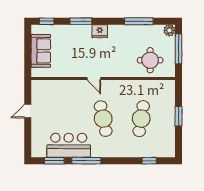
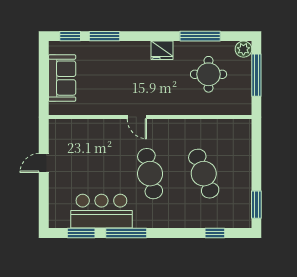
window: (81, 21) -> (104, 36), moved
fridge: (100, 31) -> (162, 50), moved
round table: (150, 60) -> (209, 74), moved
window: (179, 116) -> (256, 205), moved
cafe table: (141, 119) -> (204, 174), turned -30

